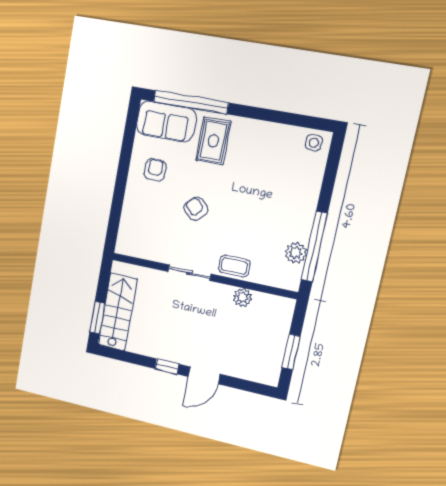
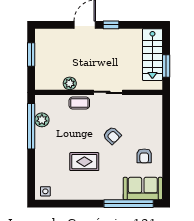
rug: (213, 141) -> (84, 162), moved, turned 90
window: (97, 318) -> (166, 66), moved

